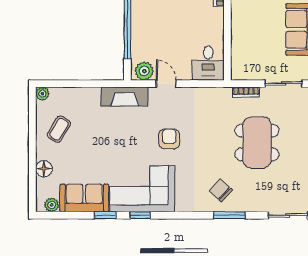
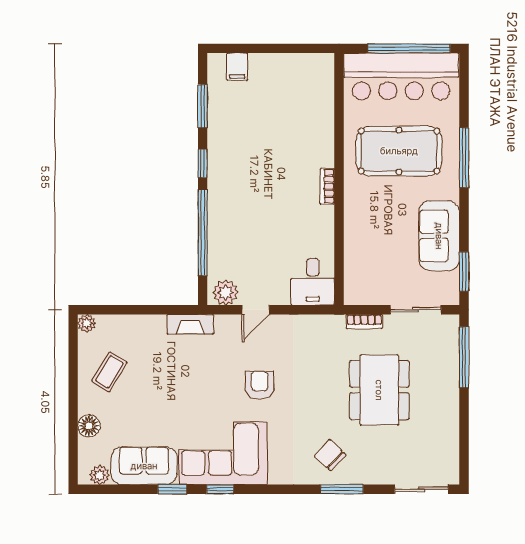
door: (166, 84) -> (256, 310), swing flipped
fireplace: (125, 97) -> (190, 324), width x0.73, depth x0.76

